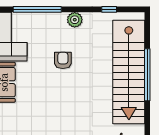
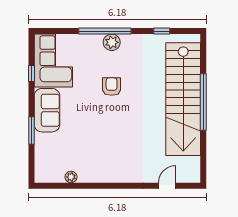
window: (37, 9) -> (105, 31), moved
plant: (75, 20) -> (112, 42), moved

